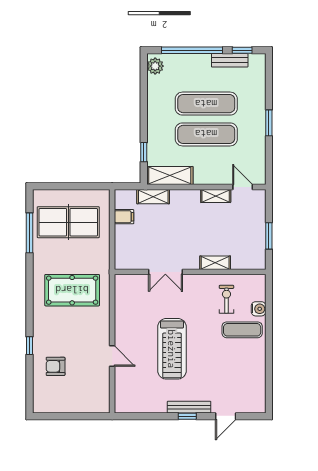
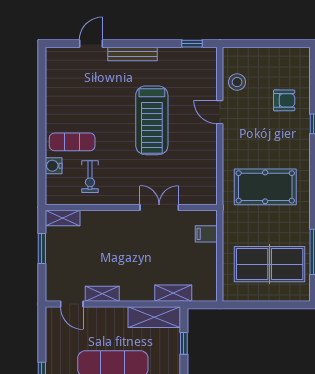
filing cabinet: (124, 217) -> (206, 234), moved
shelving: (215, 263) -> (63, 218), moved
treadmill: (172, 349) -> (152, 120), turned 180
stool: (97, 382) -> (237, 82), added
window: (187, 416) -> (192, 44), moved

